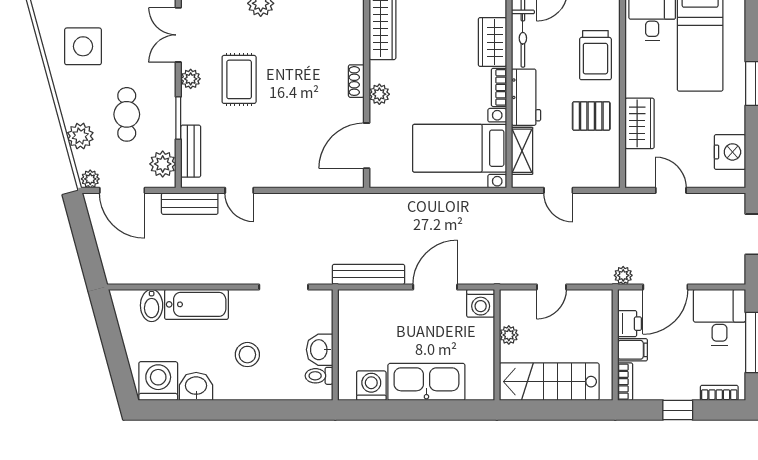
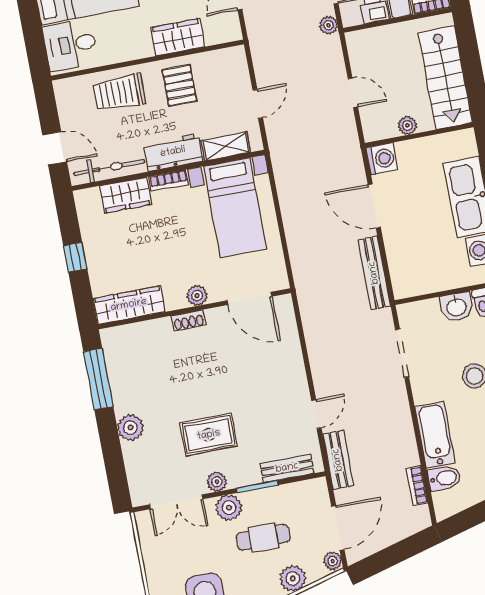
trolley: (595, 55) -> (119, 93), turned 180
plant: (163, 164) -> (229, 508), moved
bookcase: (149, 277) -> (417, 486), added

